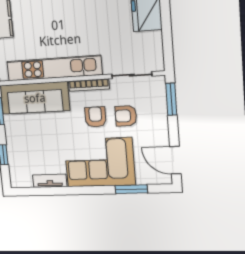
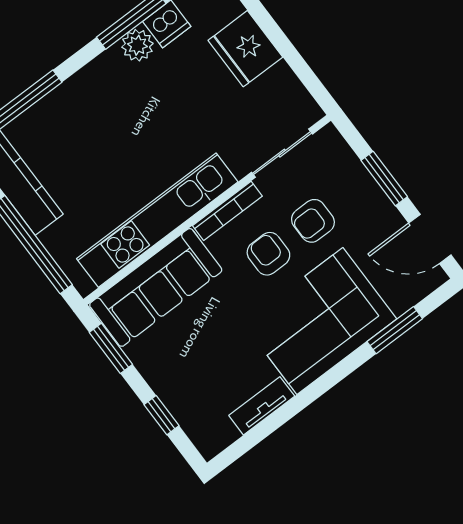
window: (171, 99) -> (384, 179), moved

